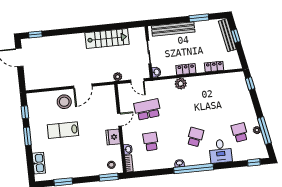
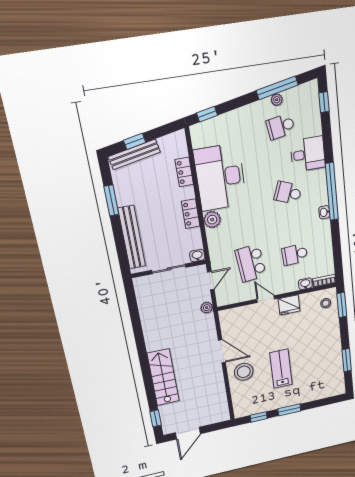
stairs: (107, 38) -> (163, 377), moved
desk: (209, 90) -> (220, 177), added
lab bench: (63, 130) -> (281, 369), turned 180
kitchen sink: (39, 163) -> (323, 392), removed

